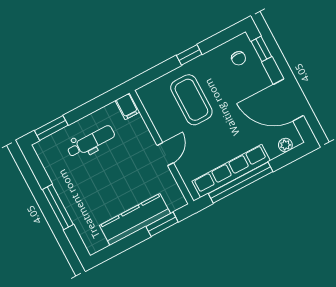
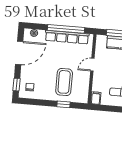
window: (189, 55) -> (63, 104), moved
door: (288, 100) -> (19, 53), hinge flipped

